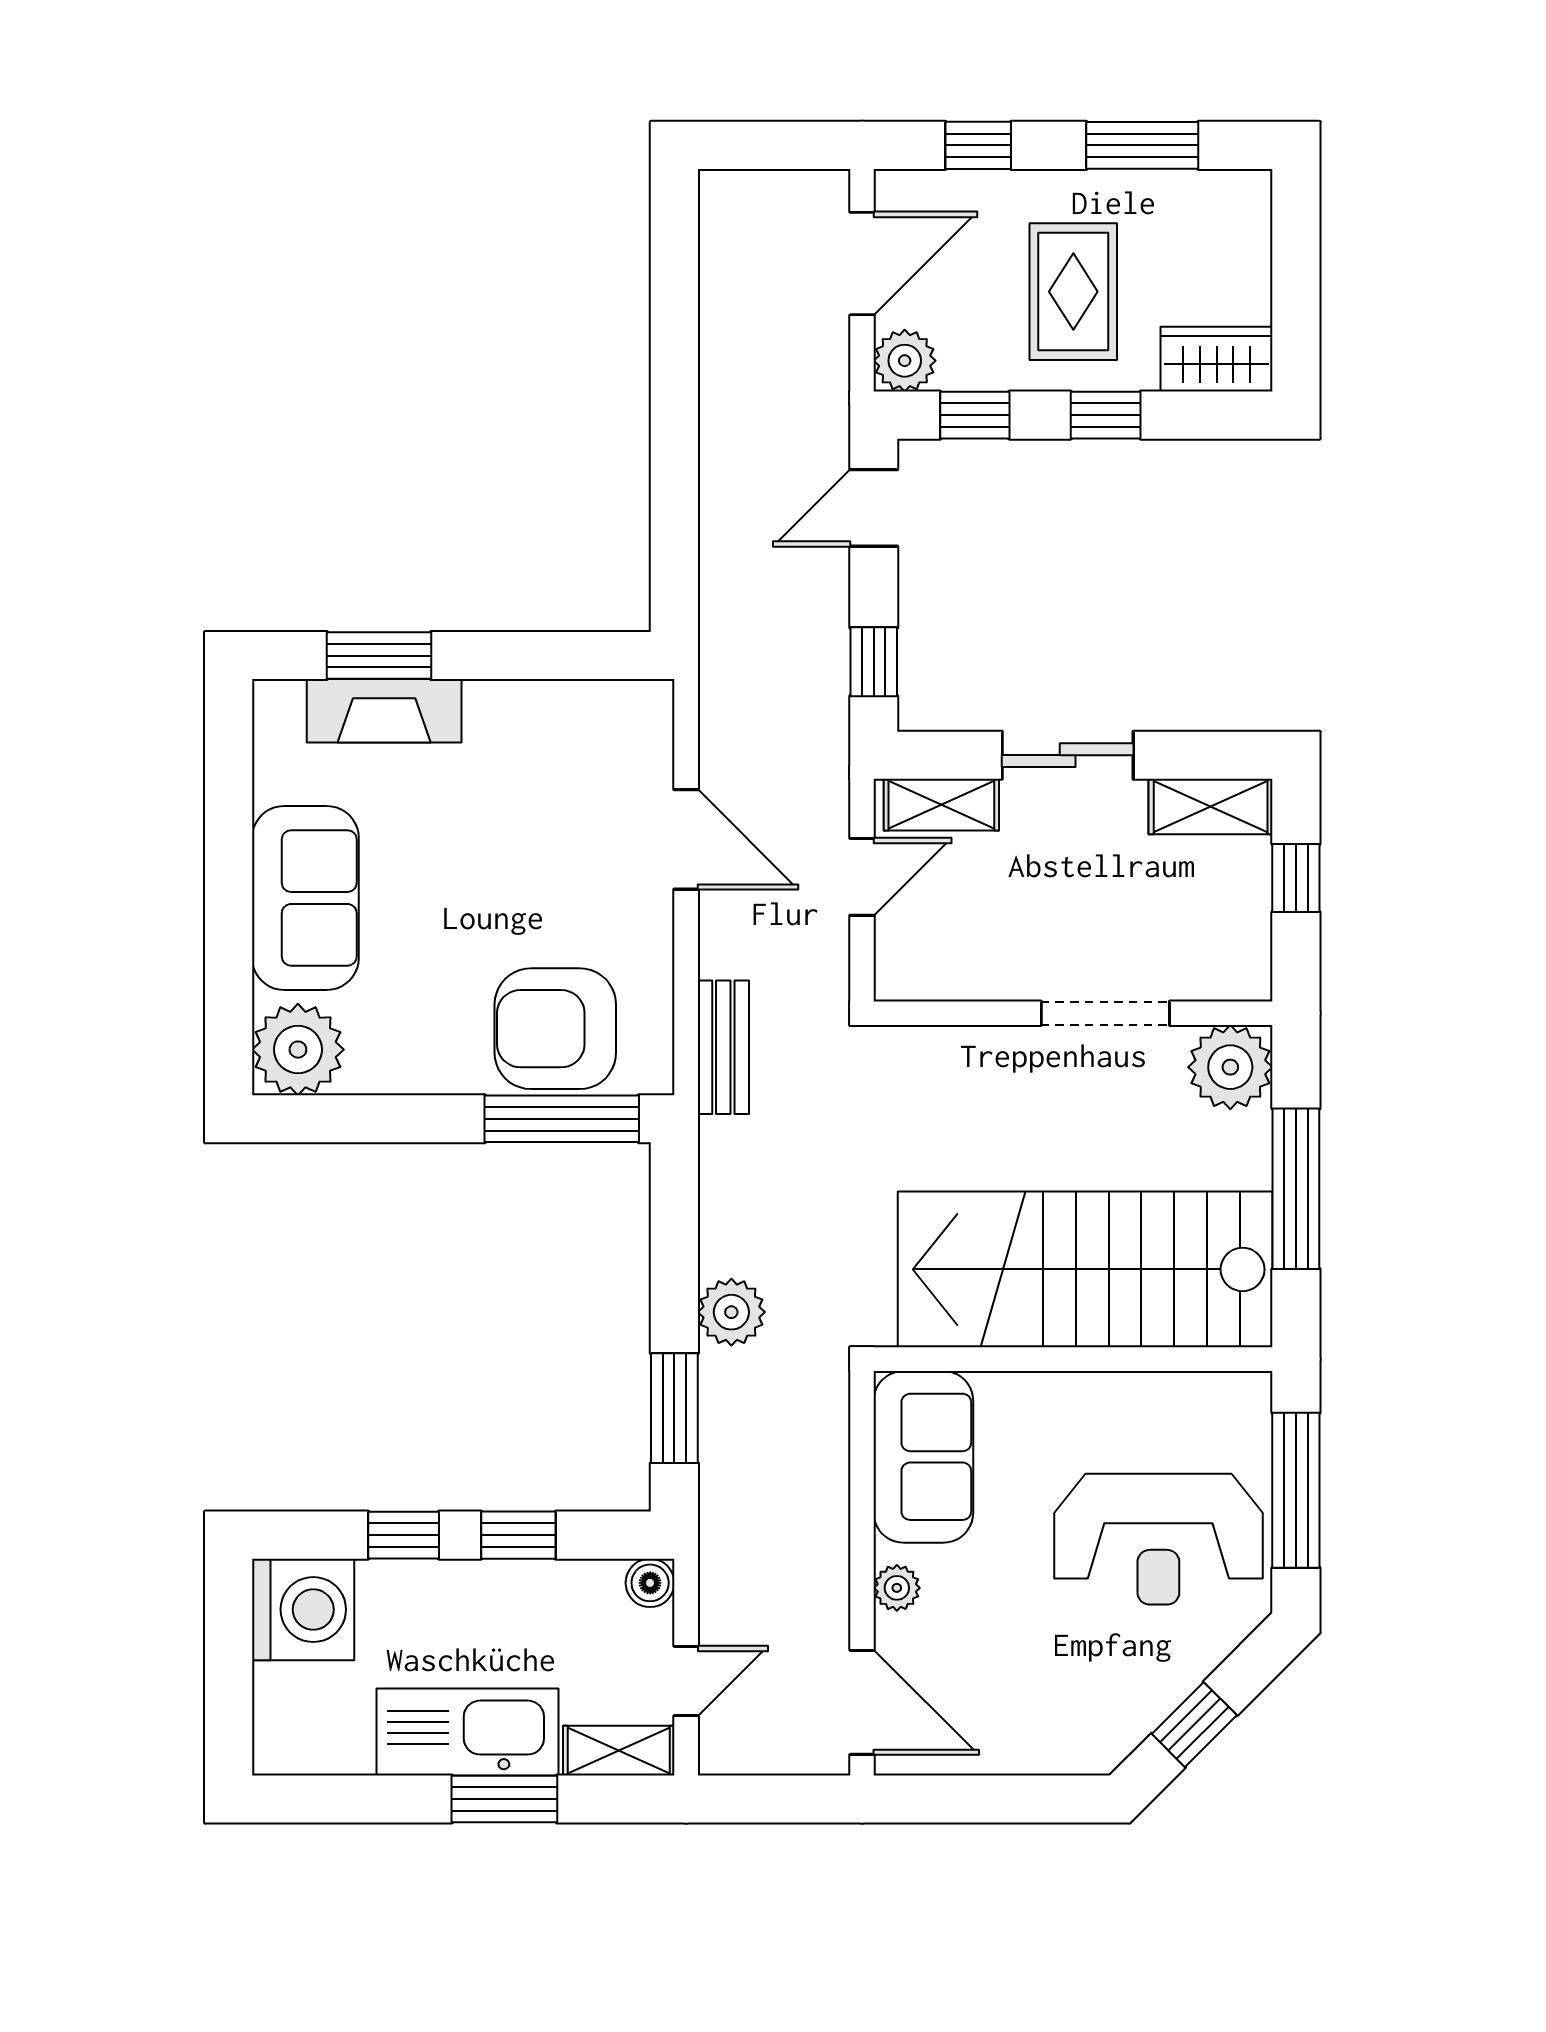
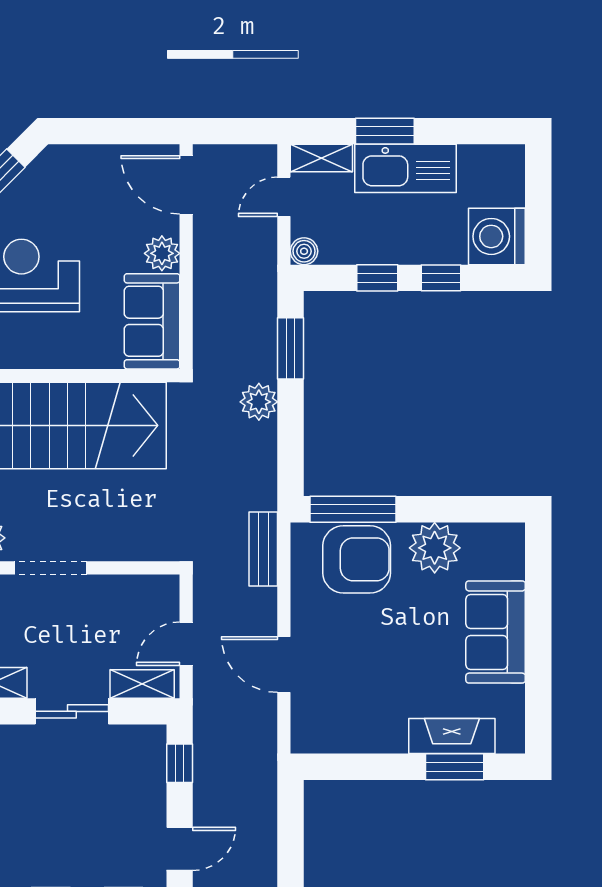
plant: (298, 1050) -> (435, 548), moved
plant: (897, 1588) -> (162, 253), width x1.38, depth x1.38

